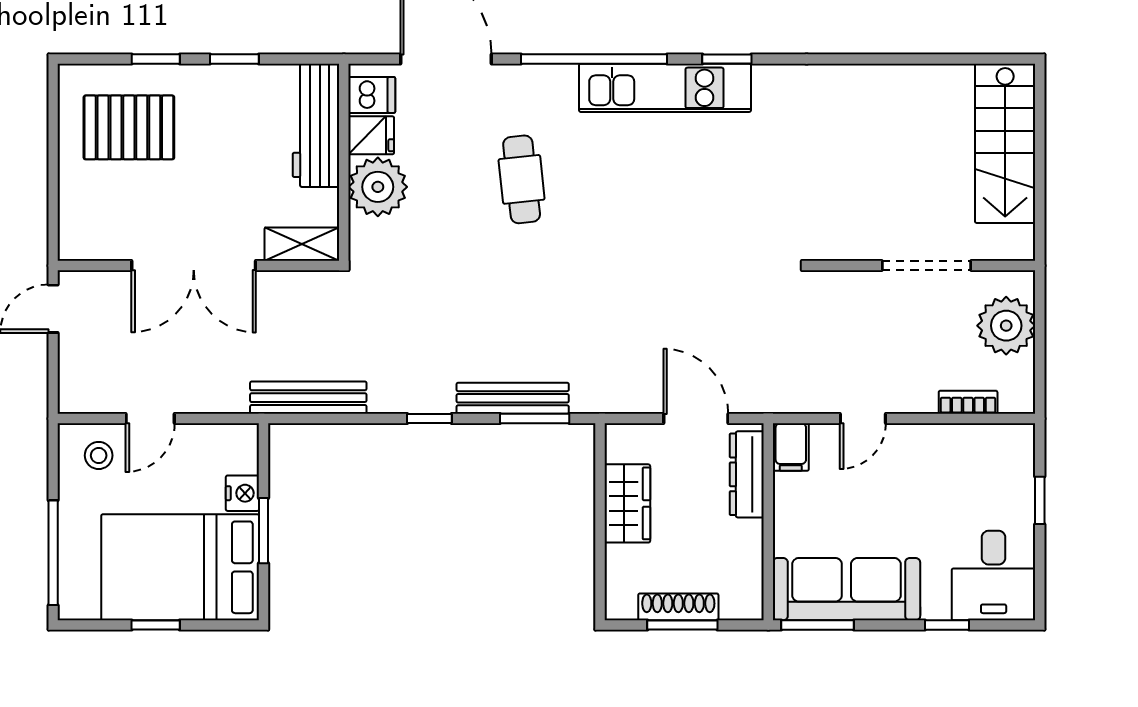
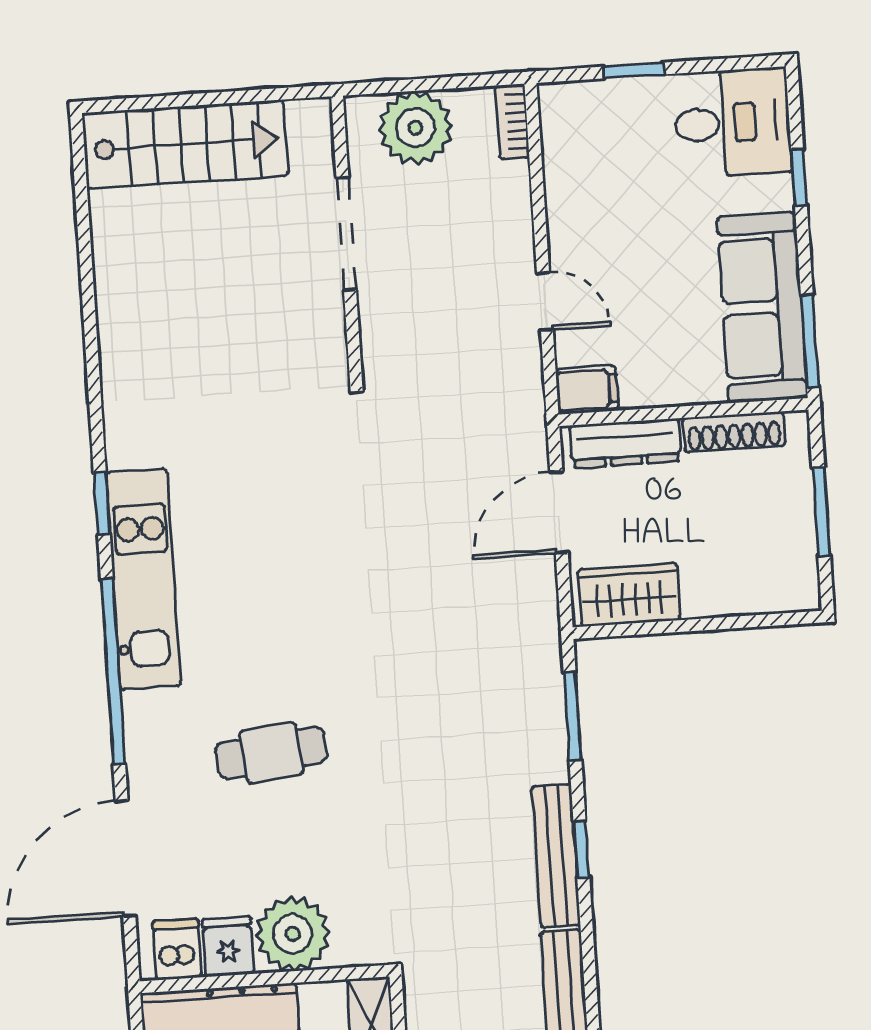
bench: (513, 398) -> (556, 856), moved
bookcase: (968, 402) -> (512, 122), moved
wardrobe: (627, 503) -> (629, 595), moved
shoe rack: (678, 607) -> (734, 432), moved, turned -90

